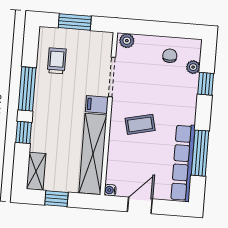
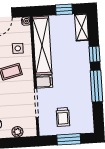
plant: (127, 41) -> (17, 132), moved
trolley: (57, 61) -> (63, 117), moved
side table: (126, 155) -> (18, 48), added

